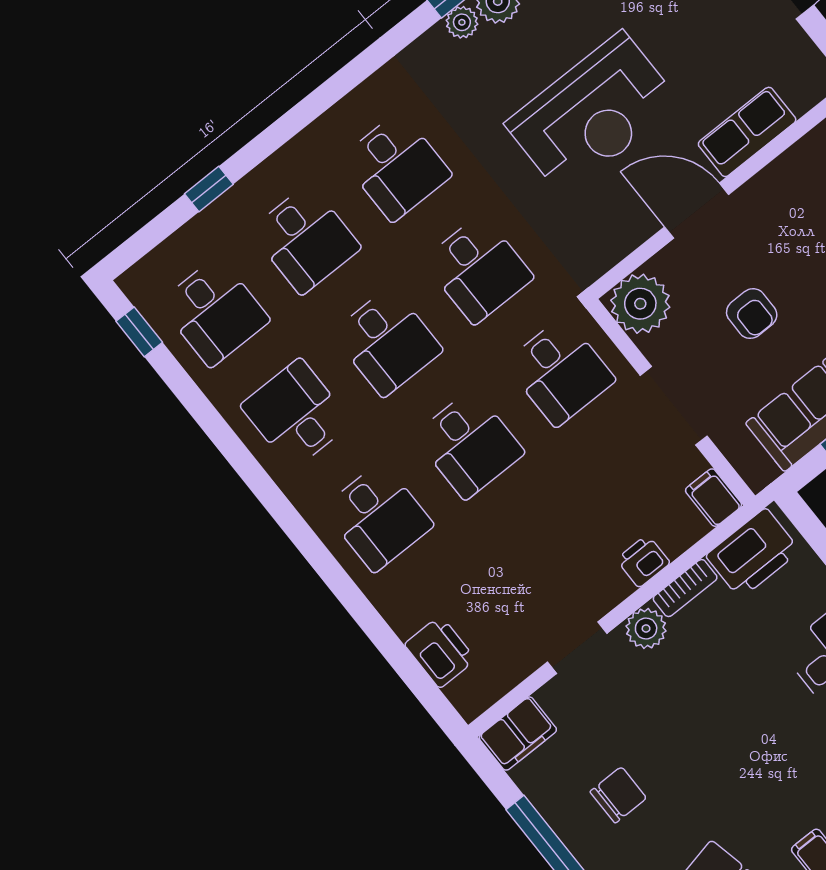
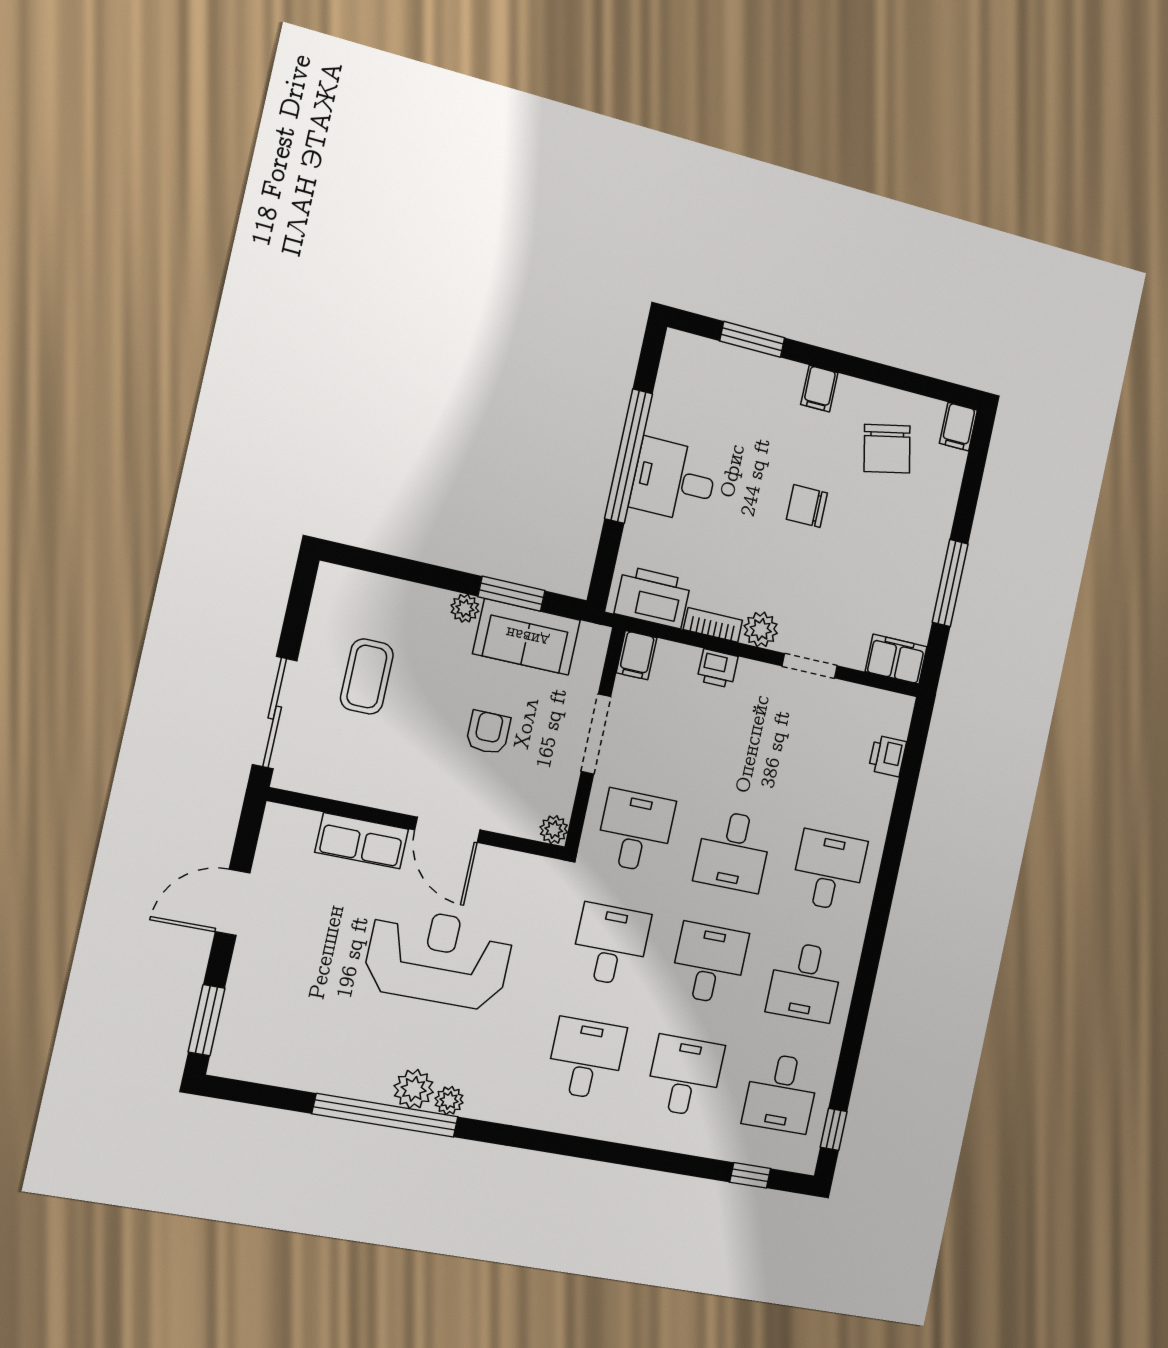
window: (209, 189) -> (750, 1175), moved
plant: (640, 304) -> (554, 830), width x0.53, depth x0.53
desk: (214, 312) -> (781, 1093), turned 180
desk: (469, 444) -> (733, 851), turned 180
printer: (440, 652) -> (887, 756), width x0.73, depth x0.81
chair: (618, 795) -> (807, 506), moved

